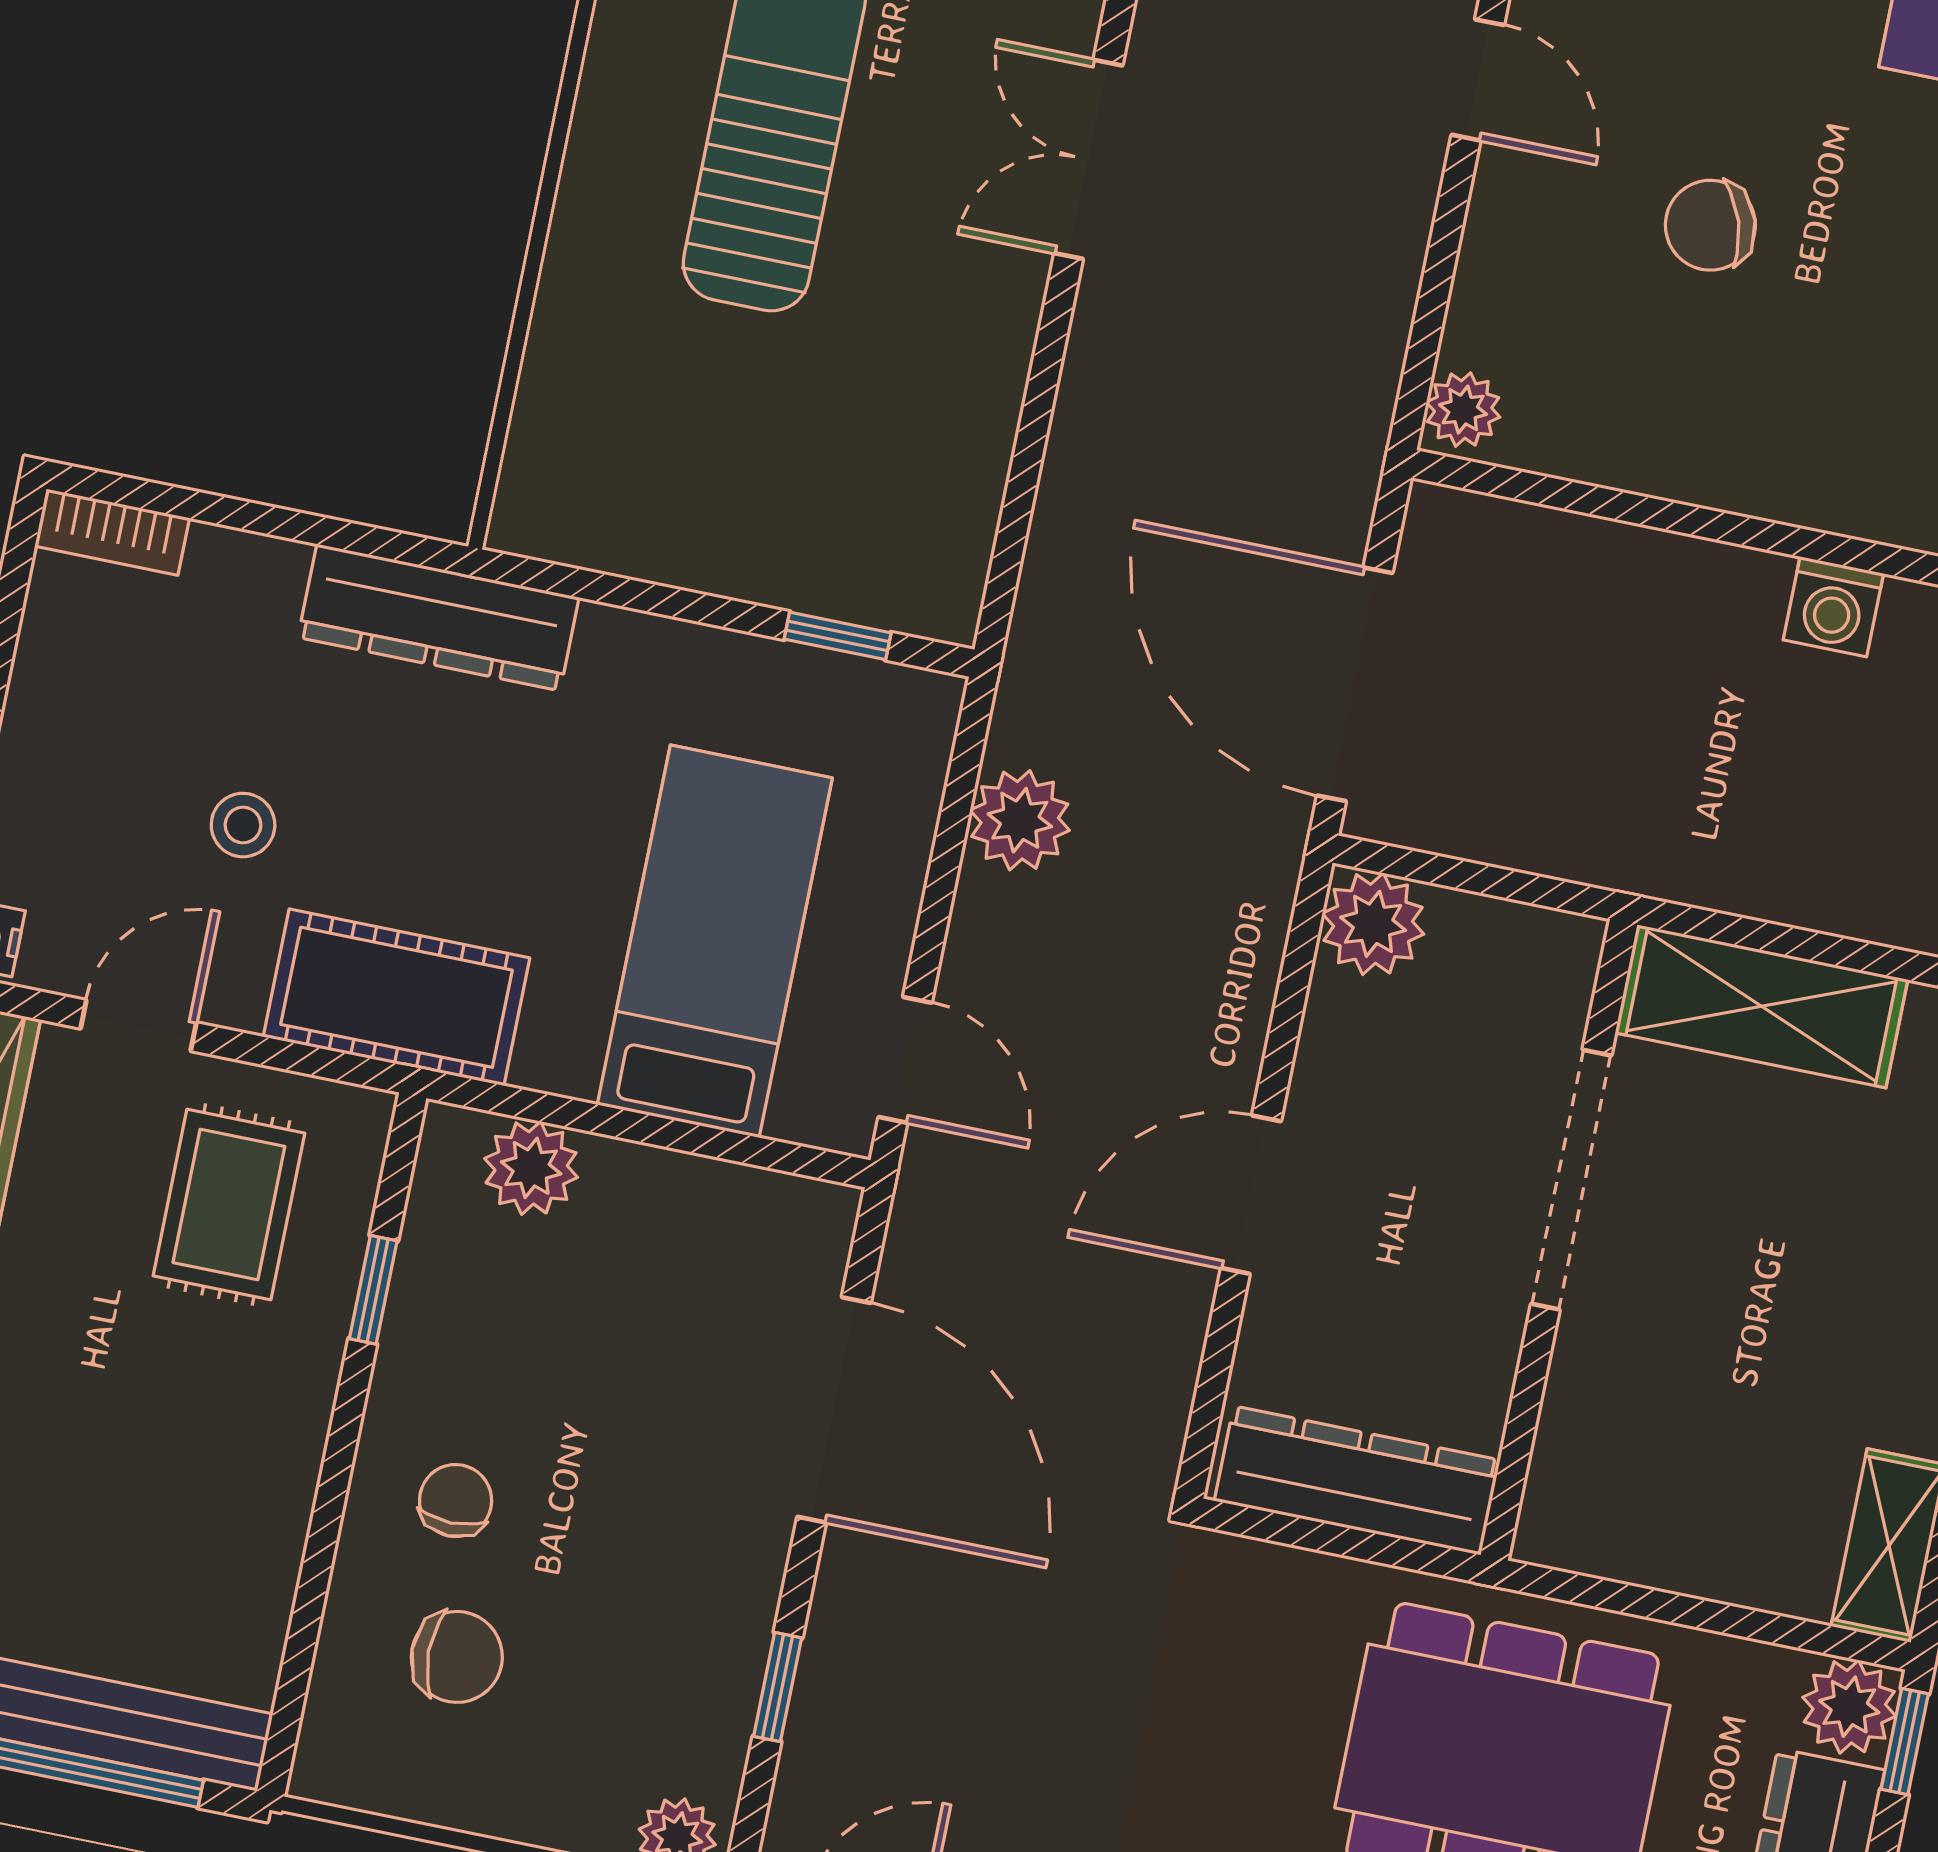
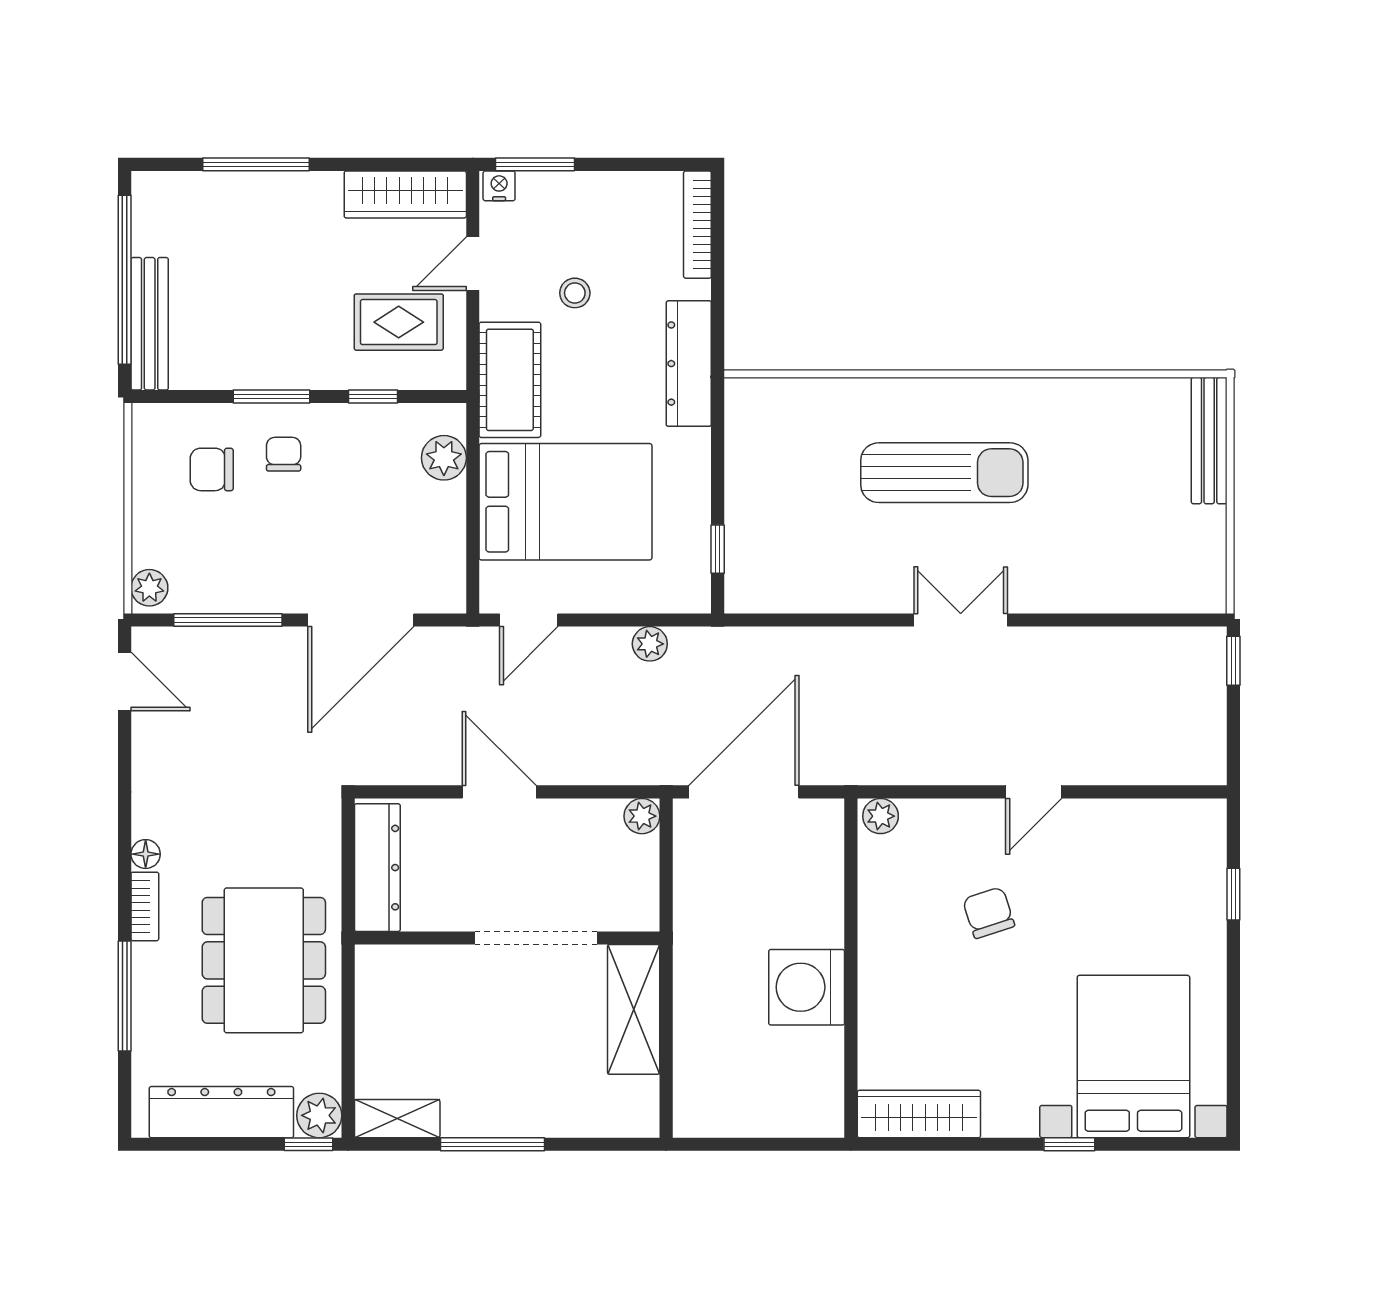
bookcase: (112, 532) -> (697, 225), width x1.56
washing machine: (1833, 607) -> (807, 987), width x1.89, depth x1.89
plant: (1020, 820) -> (650, 644), width x0.73, depth x0.73
plant: (1373, 924) -> (642, 816), width x0.73, depth x0.73
bed: (715, 941) -> (565, 502), width x1.50
door: (138, 1025) -> (473, 264), swing flipped
window: (330, 1501) -> (272, 397), added
chair: (456, 1501) -> (284, 454), turned -90
chair: (457, 1657) -> (212, 469), turned 91
window: (778, 1687) -> (228, 620), width x2.17

